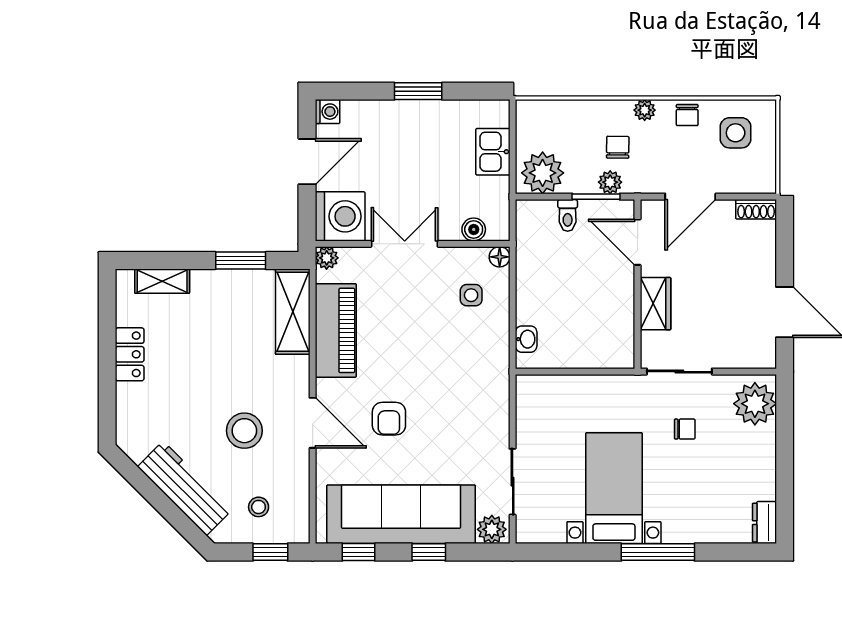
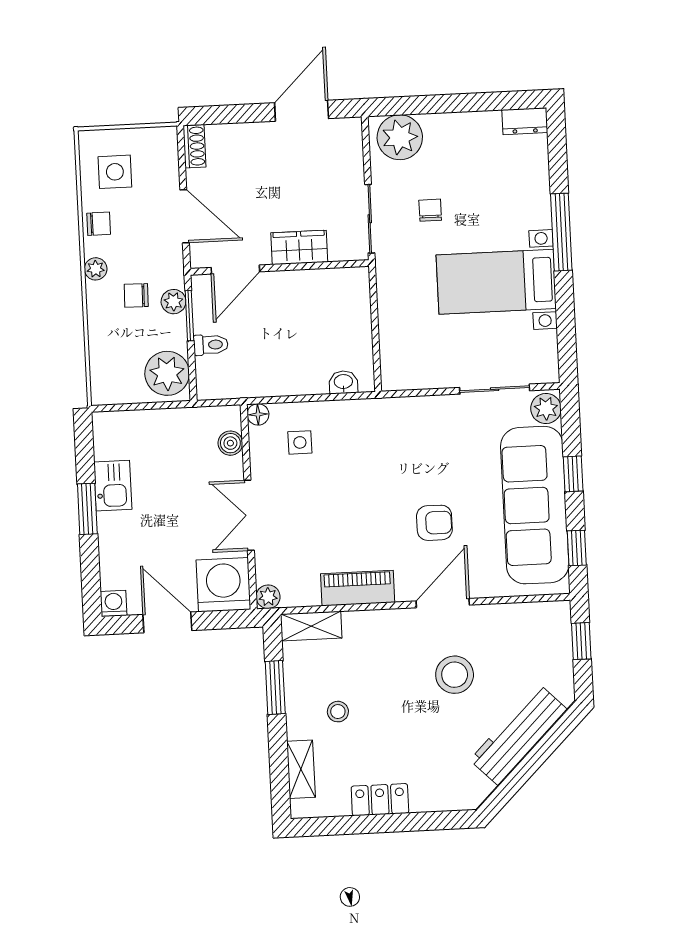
kitchen sink: (493, 152) -> (113, 486), moved, turned -90
shelving: (293, 312) -> (311, 626), width x0.67, depth x0.75
piano: (336, 330) -> (358, 588), width x0.73, depth x0.75
stool: (259, 507) -> (338, 712), moved

